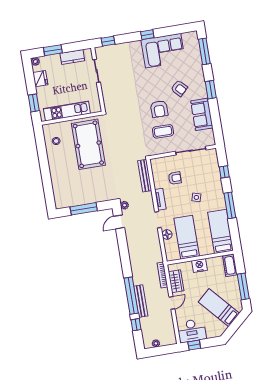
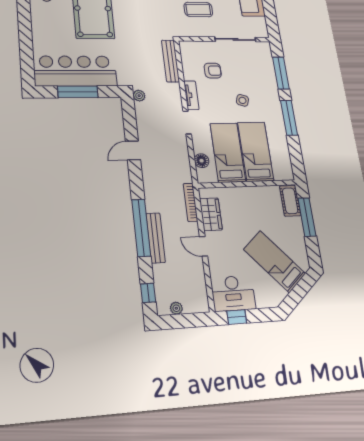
window: (224, 172) -> (281, 73), width x2.17
bar counter: (81, 194) -> (75, 71), added
door: (119, 222) -> (133, 151), moved
bed: (220, 231) -> (256, 151), moved
floor lamp: (167, 235) -> (202, 161), moved
nightstand: (200, 265) -> (246, 195), removed
window: (243, 286) -> (307, 217), moved
door: (172, 303) -> (204, 246), swing flipped
window: (136, 325) -> (148, 293), moved

